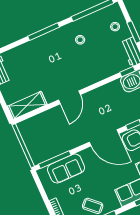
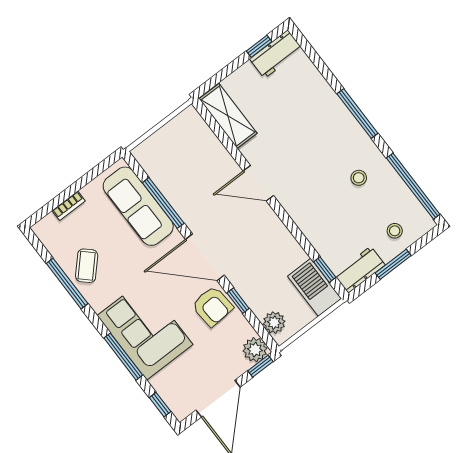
door: (104, 138) -> (205, 257), hinge flipped
window: (55, 160) -> (163, 203), moved
sofa: (66, 169) -> (138, 206), width x1.36

